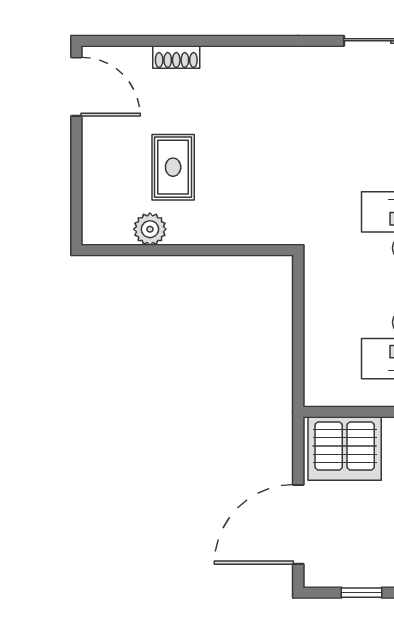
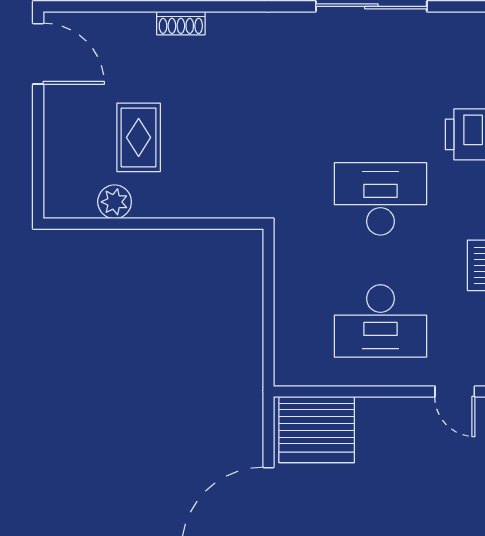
shoe rack: (176, 57) -> (181, 23), moved

